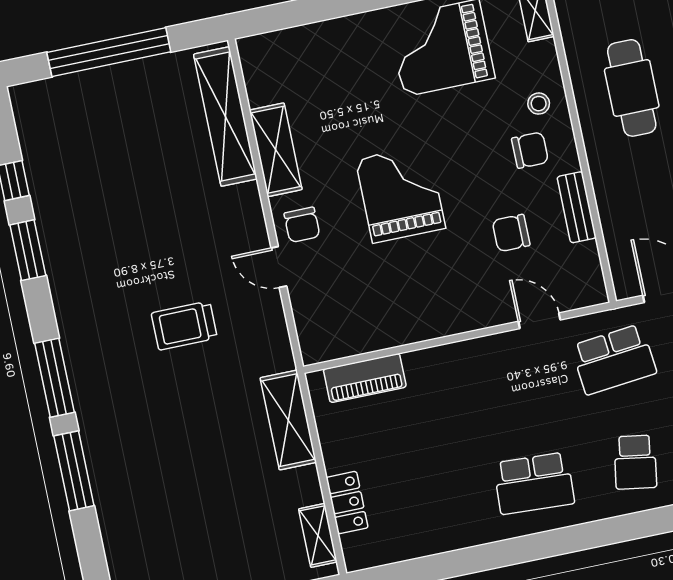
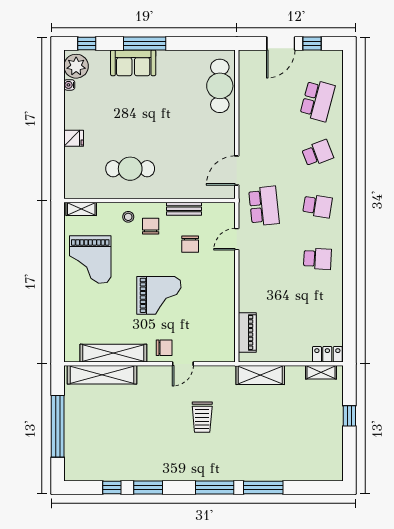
shelving: (276, 150) -> (113, 353), width x1.47
grand piano: (400, 194) -> (159, 295), turned 180
school desk: (534, 483) -> (317, 259), width x0.54
locker: (347, 503) -> (327, 354), moved

